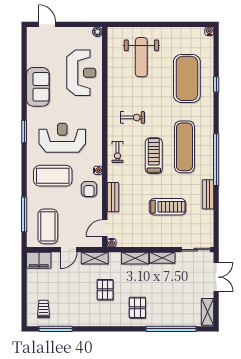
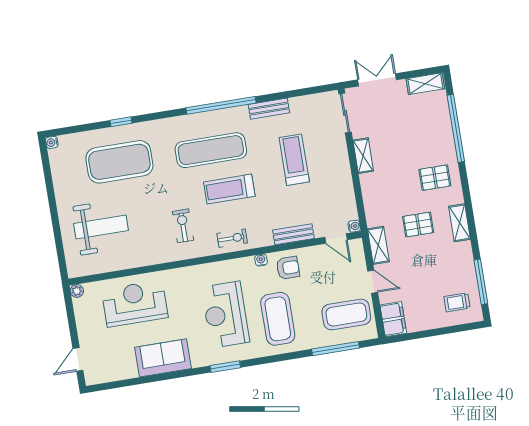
shelving: (135, 258) -> (460, 223), moved

